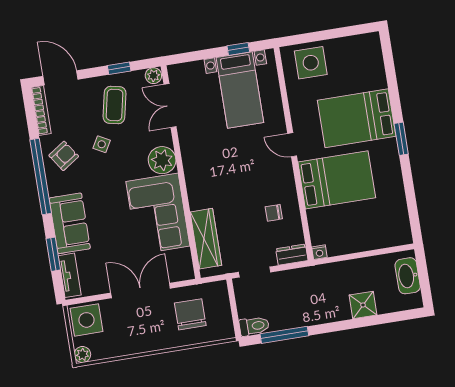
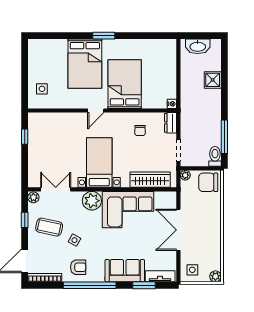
side table: (311, 63) -> (42, 89), width x0.54, depth x0.54
bed with nightstands: (240, 90) -> (99, 163), moved, turned -90
double door: (170, 106) -> (56, 189), swing flipped
armchair: (64, 156) -> (78, 267), turned 124
plant: (220, 288) -> (185, 175), added
chair: (190, 314) -> (208, 182), moved
side table: (86, 320) -> (192, 270), width x0.54, depth x0.54

